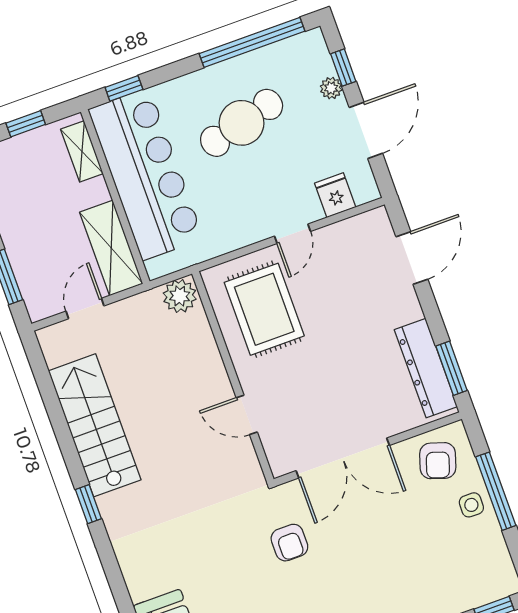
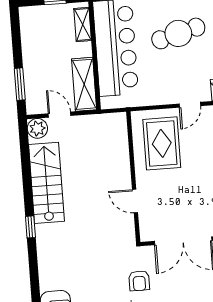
plant: (180, 296) -> (37, 128), moved
door: (85, 308) -> (60, 115), hinge flipped

